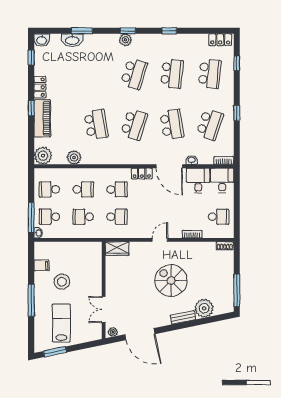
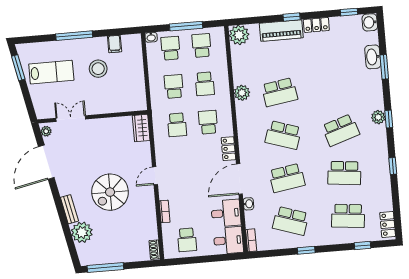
school desk: (134, 74) -> (341, 130), turned -36
plant: (74, 157) -> (242, 93), moved
school desk: (117, 189) -> (208, 122), turned 180
window: (31, 217) -> (186, 26), moved
door: (160, 240) -> (155, 176), swing flipped
spiral stairs: (171, 281) -> (110, 192), turned 180

